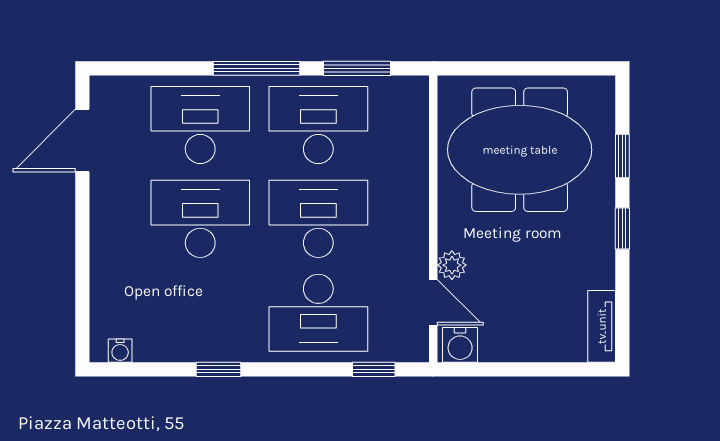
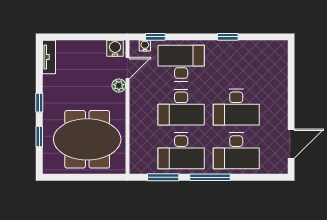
door: (433, 302) -> (127, 68), swing flipped
water cooler: (120, 351) -> (145, 46), moved

